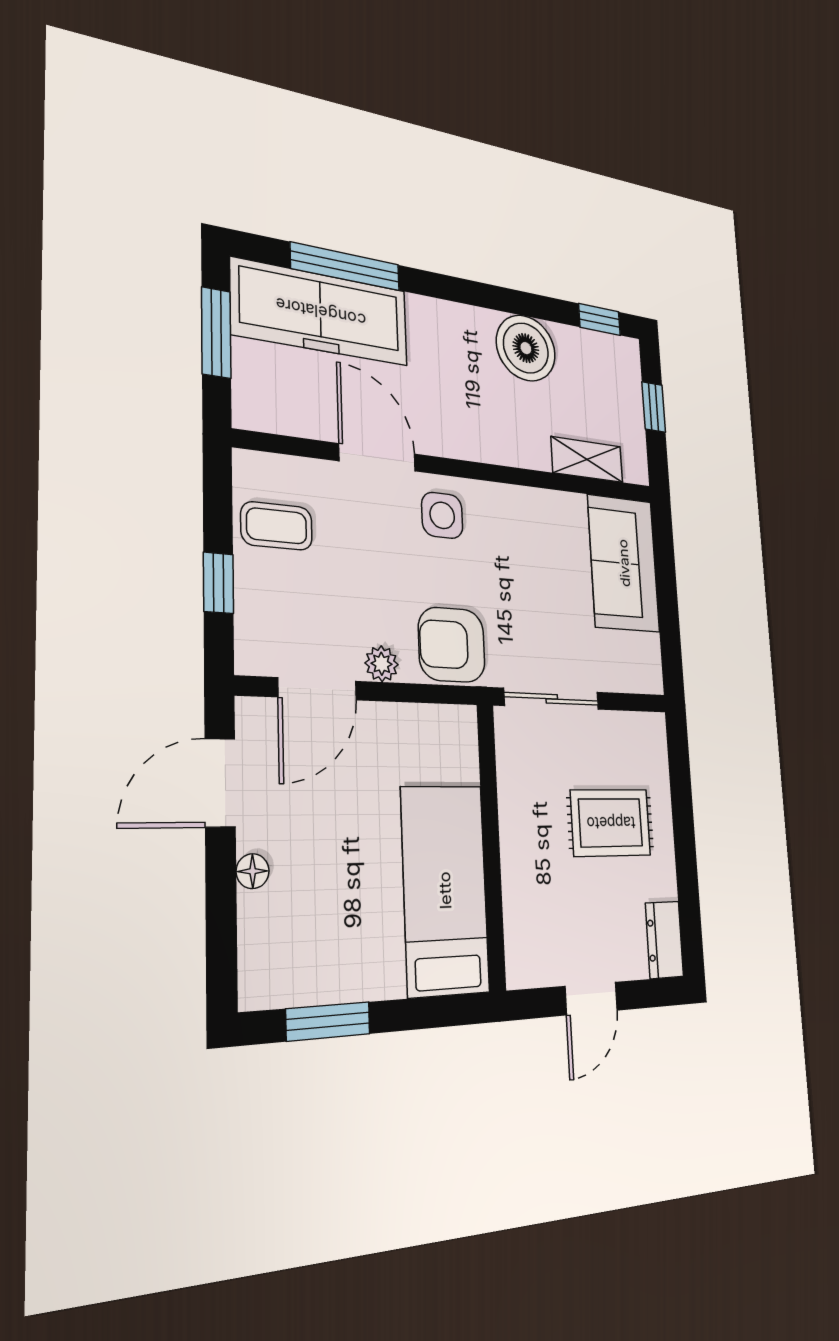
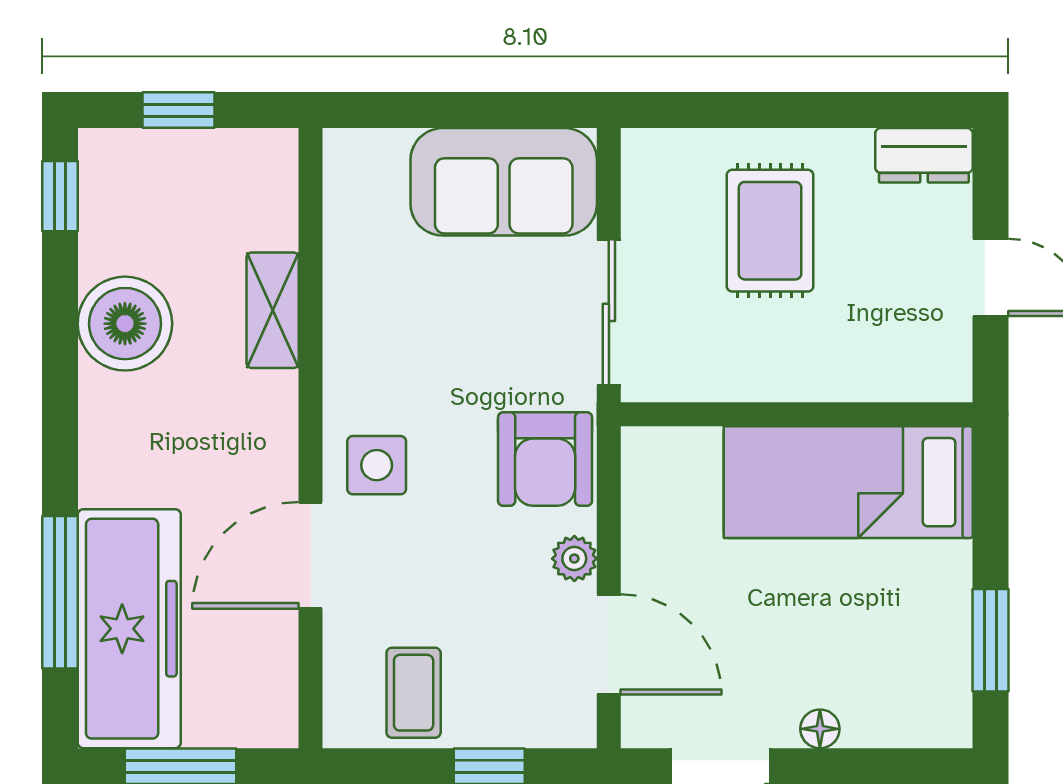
shelving: (587, 460) -> (273, 310), moved
sofa: (624, 563) -> (504, 182), moved

